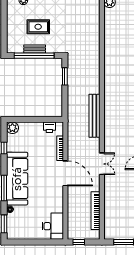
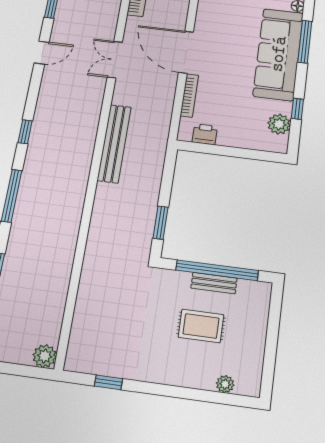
plant: (12, 128) -> (279, 124), moved

